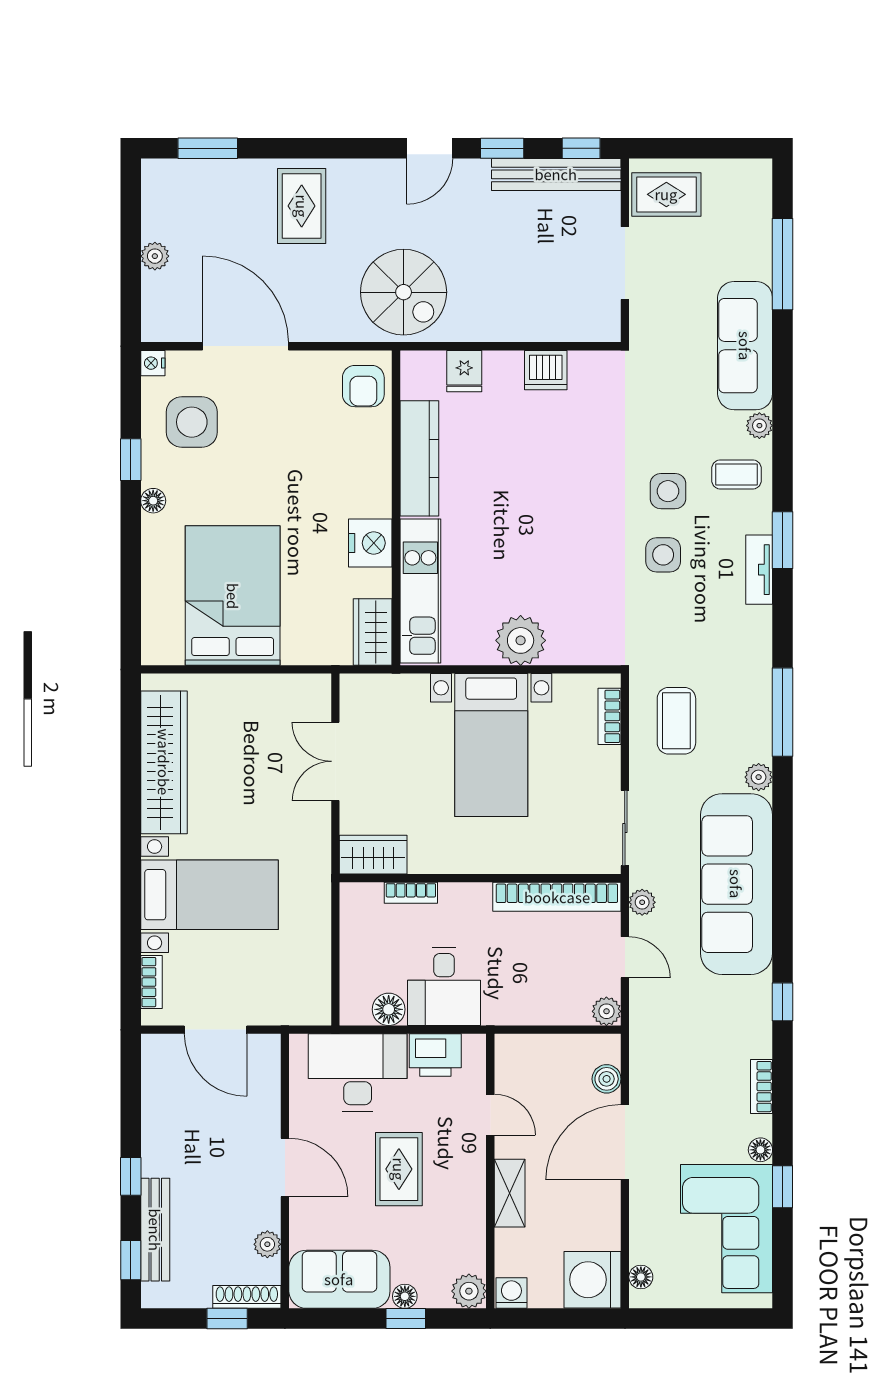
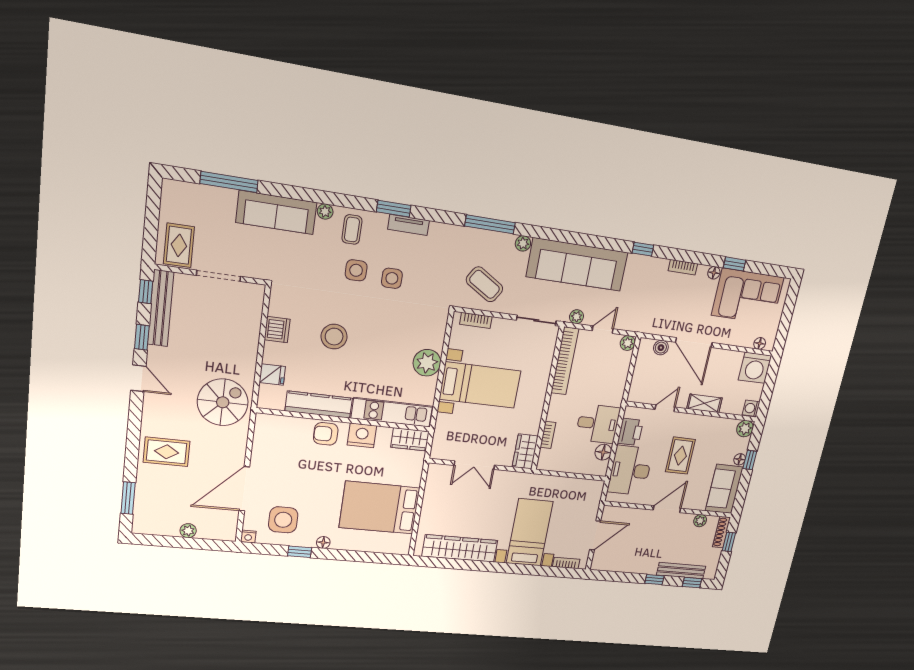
armchair: (363, 386) -> (326, 434), moved, turned 180
stool: (546, 469) -> (334, 337), added
coffee table: (676, 721) -> (485, 284), turned 32
rug: (399, 1169) -> (680, 456), turned 90

